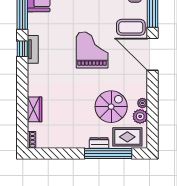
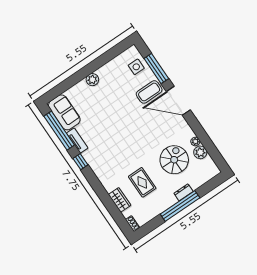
tv unit: (33, 49) -> (77, 141), moved
grand piano: (92, 50) -> (132, 128), removed
rug: (127, 137) -> (142, 182), moved, turned 90
window: (108, 154) -> (180, 206), moved

